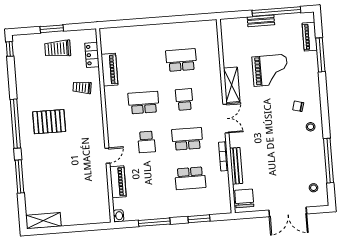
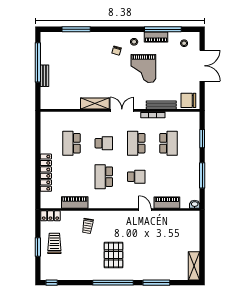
locker: (143, 32) -> (46, 173), added
piano: (310, 37) -> (156, 37), moved
trolley: (58, 49) -> (54, 243), turned 180
locker: (92, 55) -> (50, 216), moved
grand piano: (270, 70) -> (143, 68), moved, turned 180
school desk: (184, 99) -> (104, 143), turned 180

